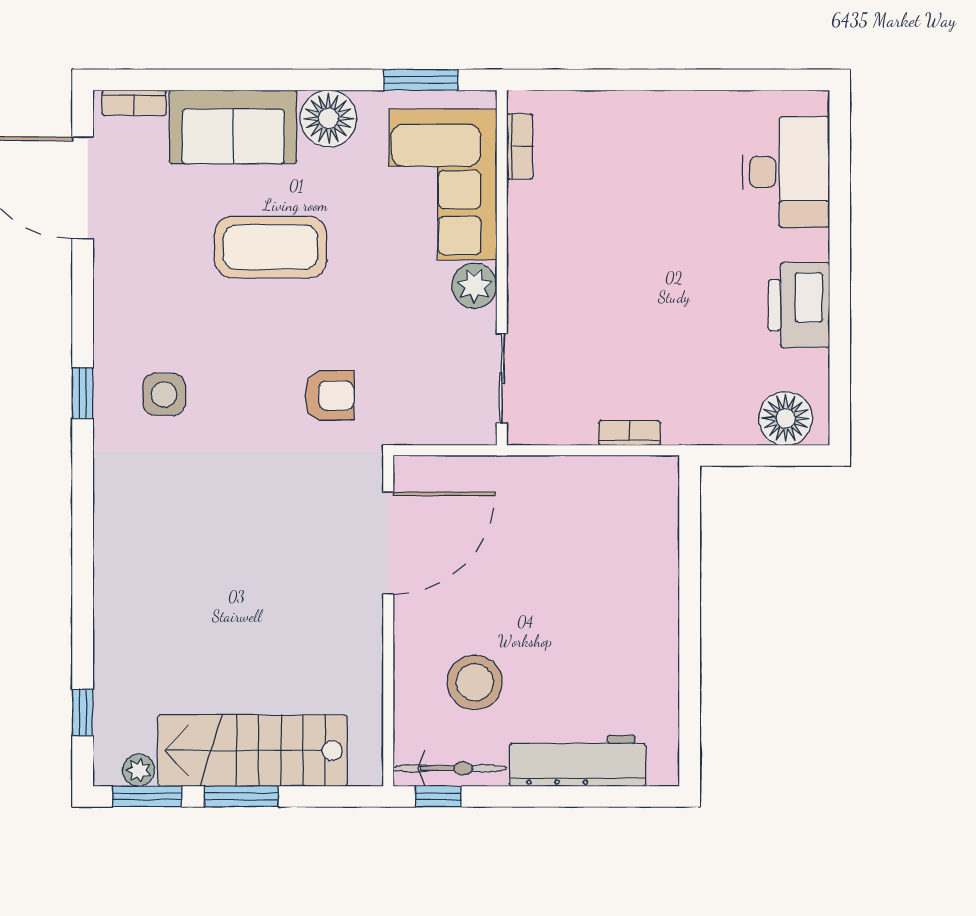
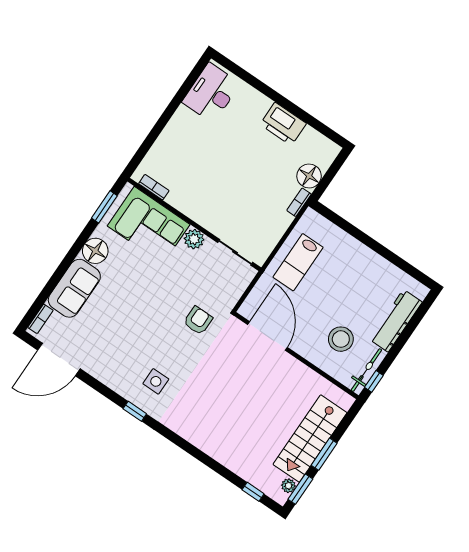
desk: (786, 172) -> (211, 93), moved, turned -90
coffee table: (271, 247) -> (128, 305), removed
floor lamp: (786, 419) -> (309, 176), moved
bookcase: (630, 433) -> (299, 202), moved
lab bench: (563, 507) -> (298, 262), added

